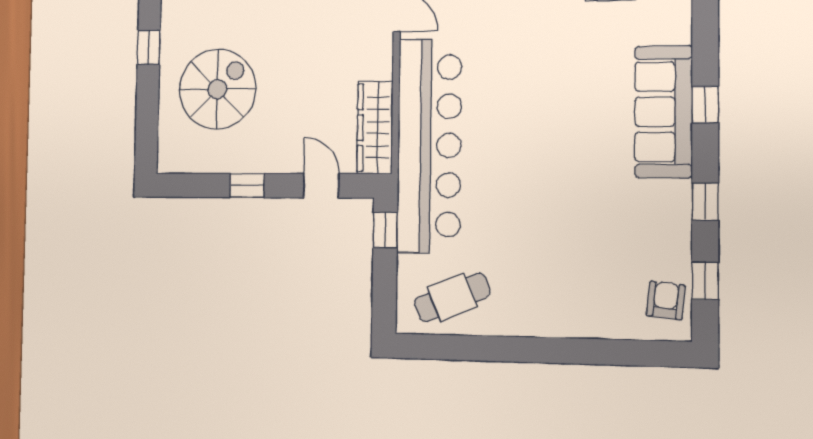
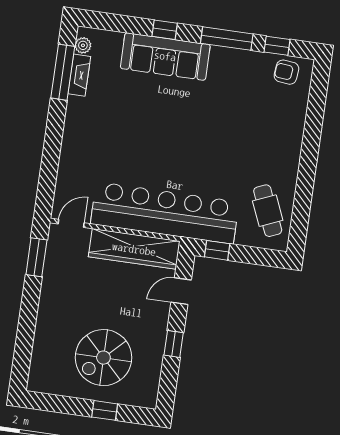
window: (149, 47) -> (105, 410), moved
spiral stairs: (217, 89) -> (103, 358), turned -90
wardrobe: (375, 128) -> (134, 249), width x1.40, depth x1.17
window: (705, 202) -> (227, 39), width x2.17

